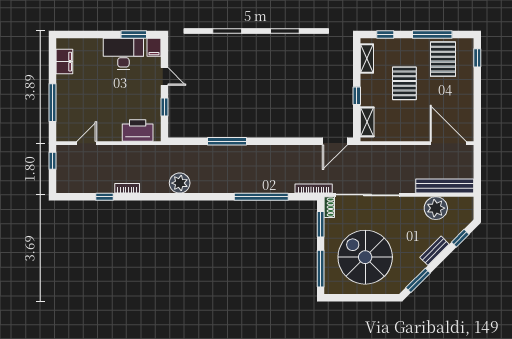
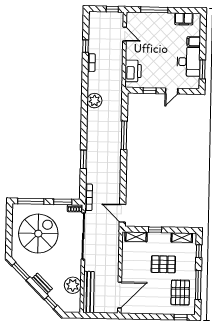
filing cabinet: (154, 47) -> (194, 42), moved
pallet: (443, 59) -> (180, 293), turned 90
window: (261, 197) -> (83, 159), width x0.47

